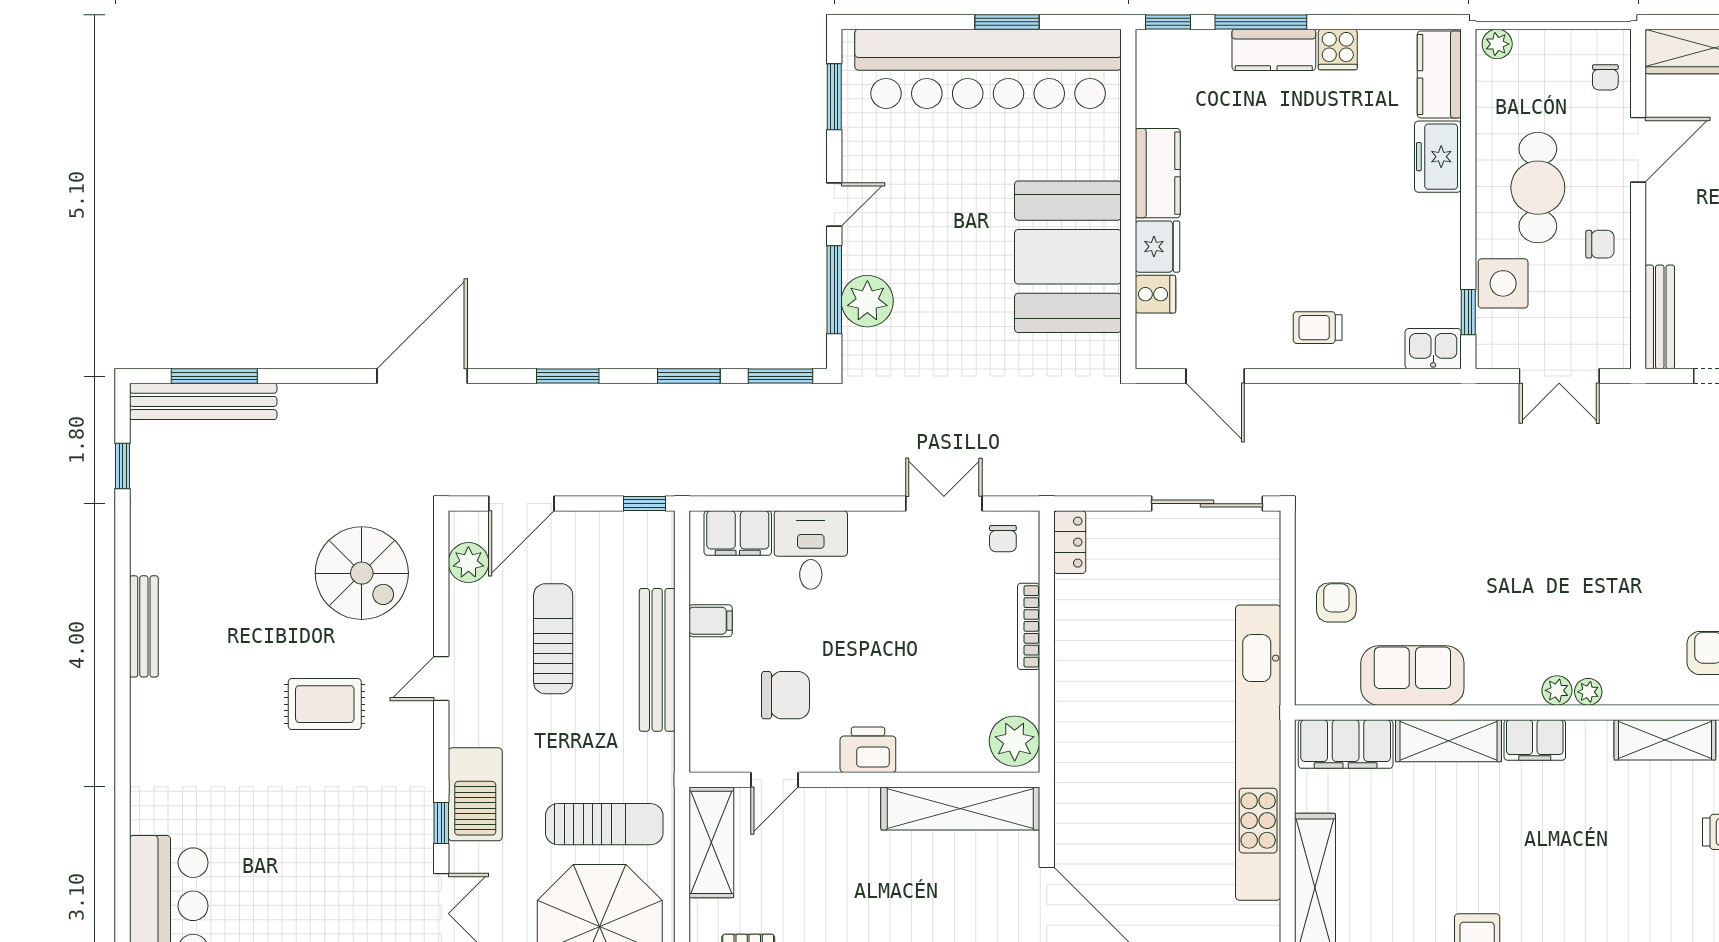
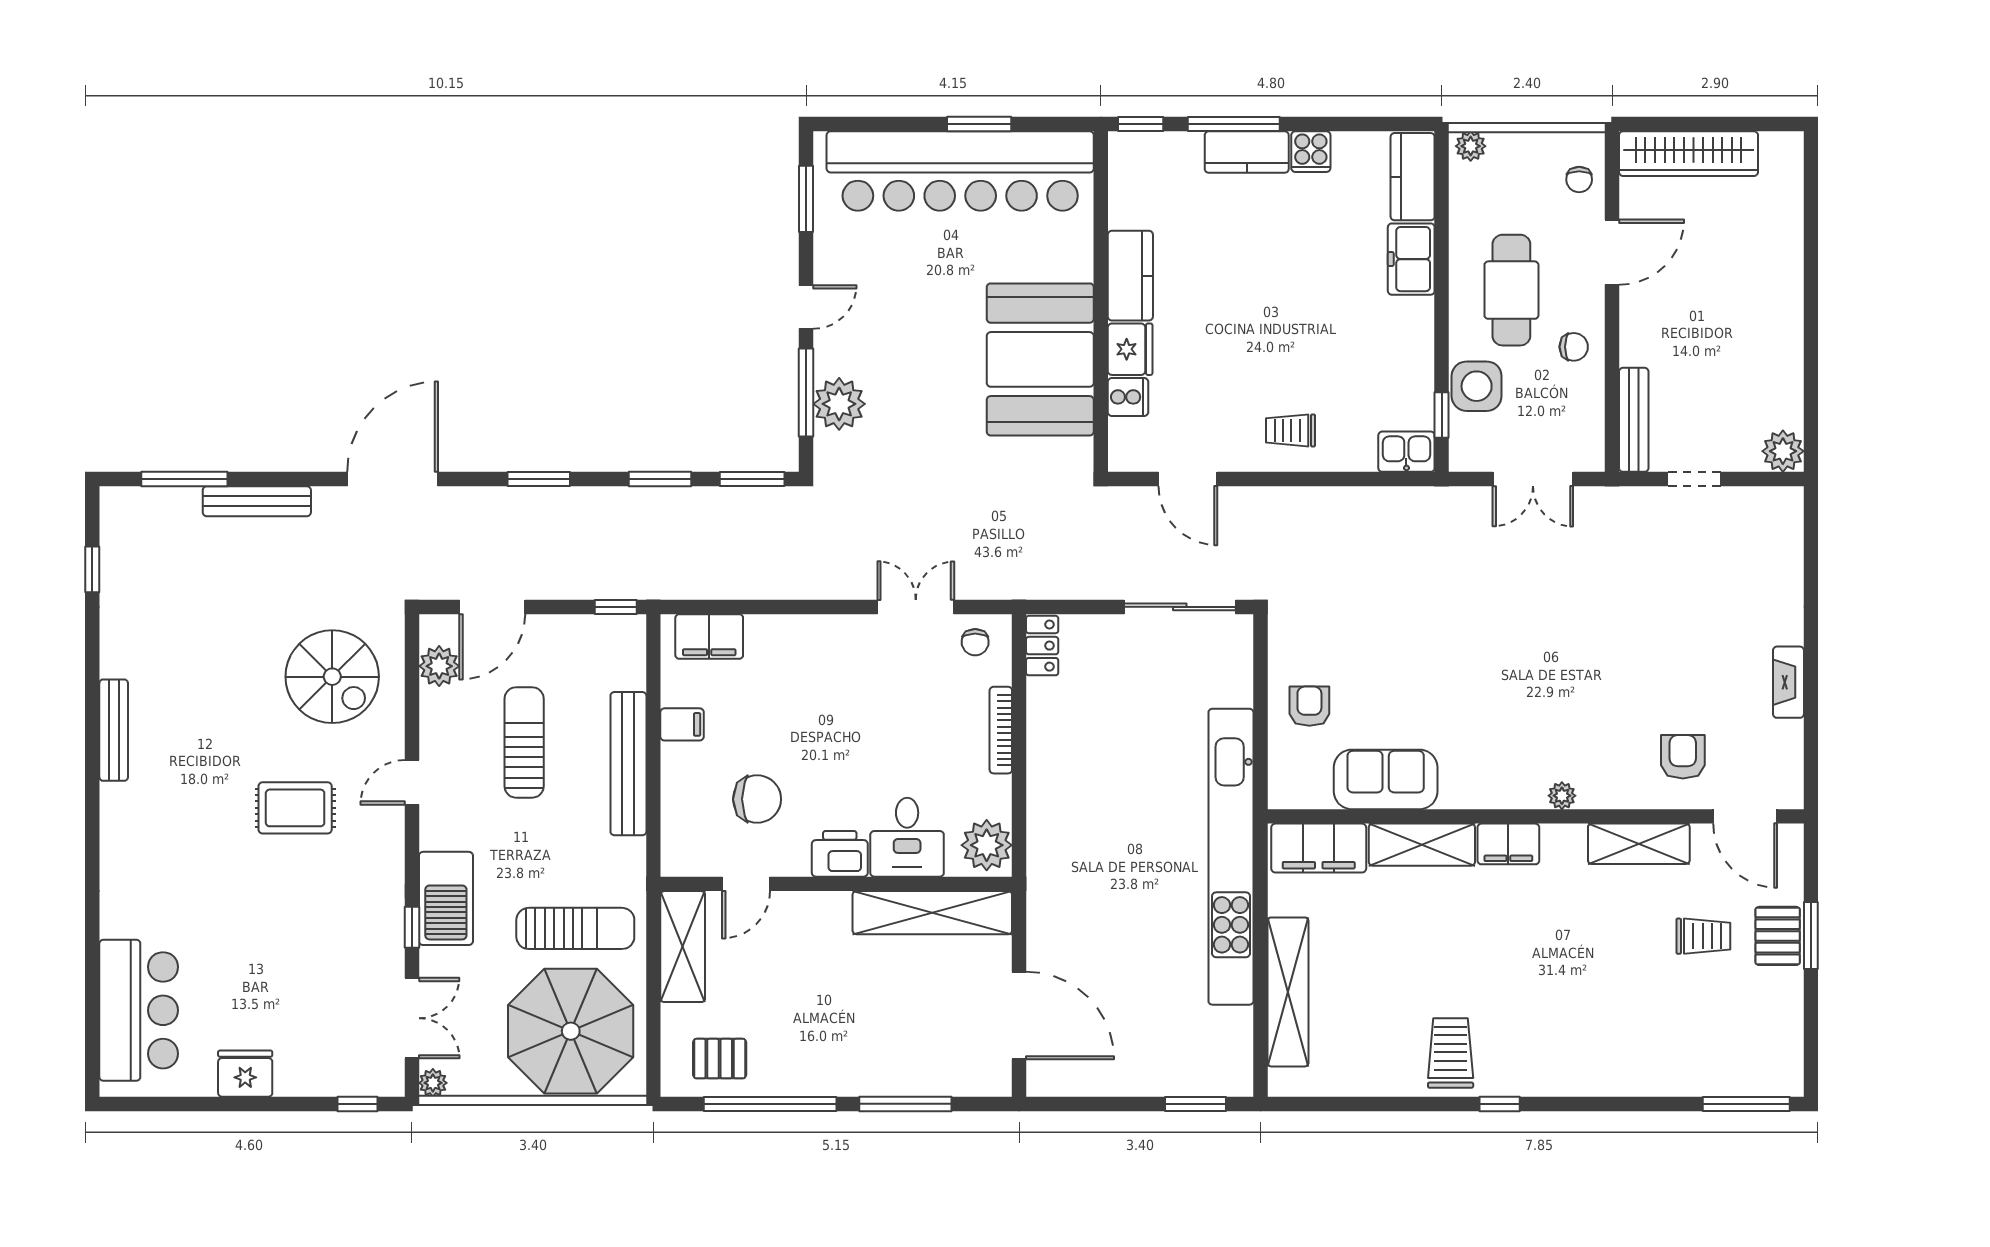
bench: (203, 401) -> (257, 501), moved, width x0.73, depth x0.82
desk: (811, 550) -> (907, 837), moved, turned 180
plant: (1557, 690) -> (1531, 794), removed

